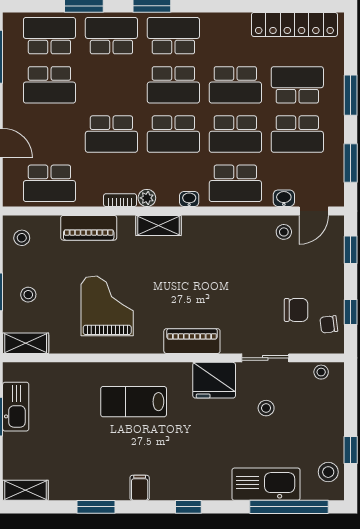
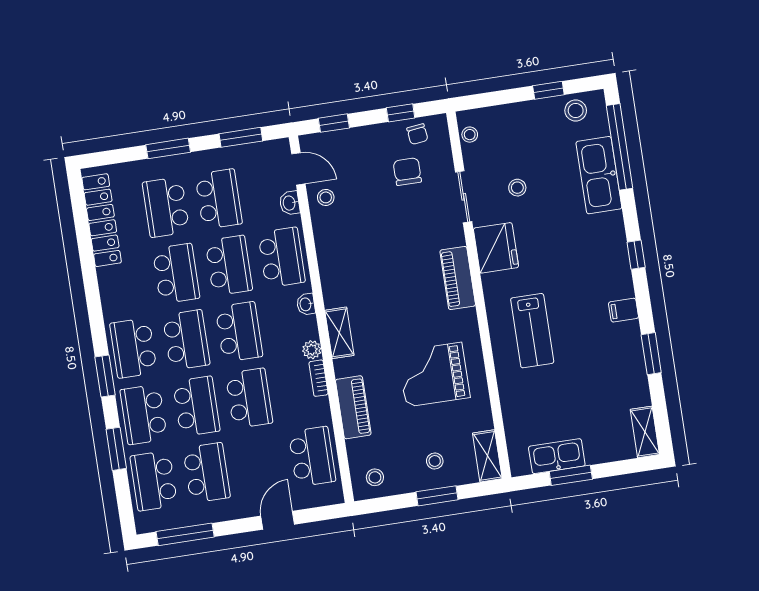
school desk: (111, 85) -> (196, 406), added

